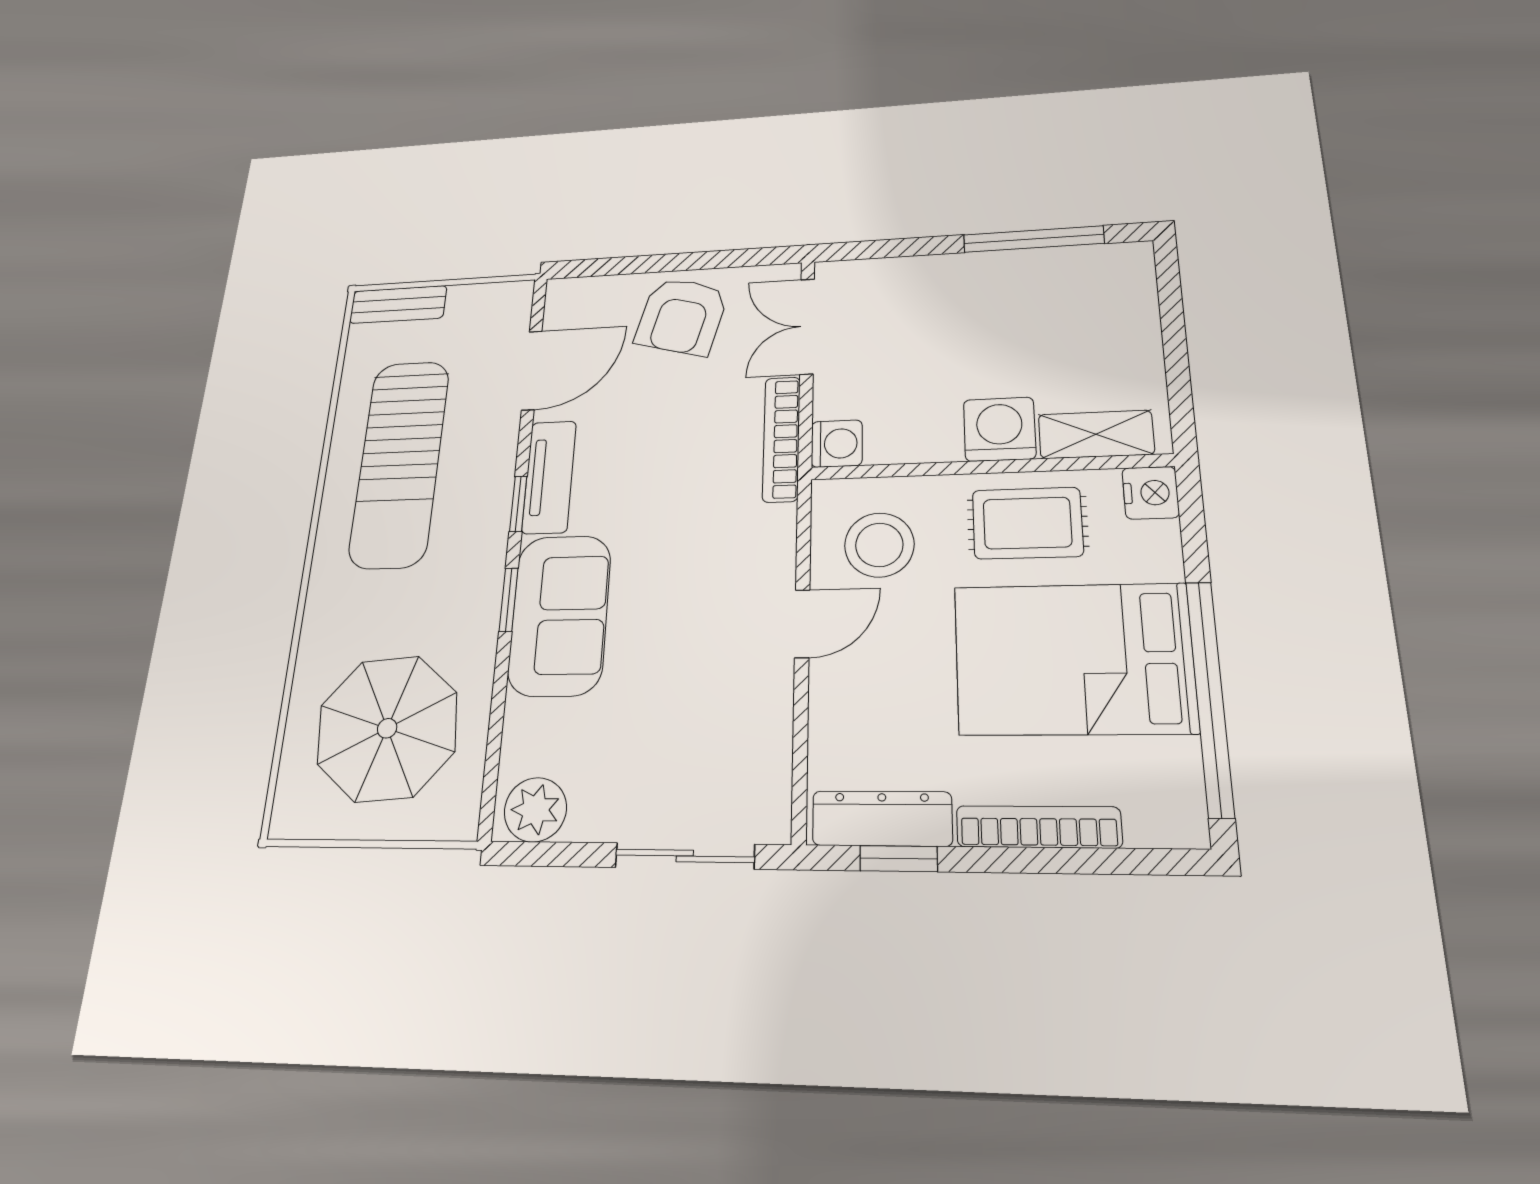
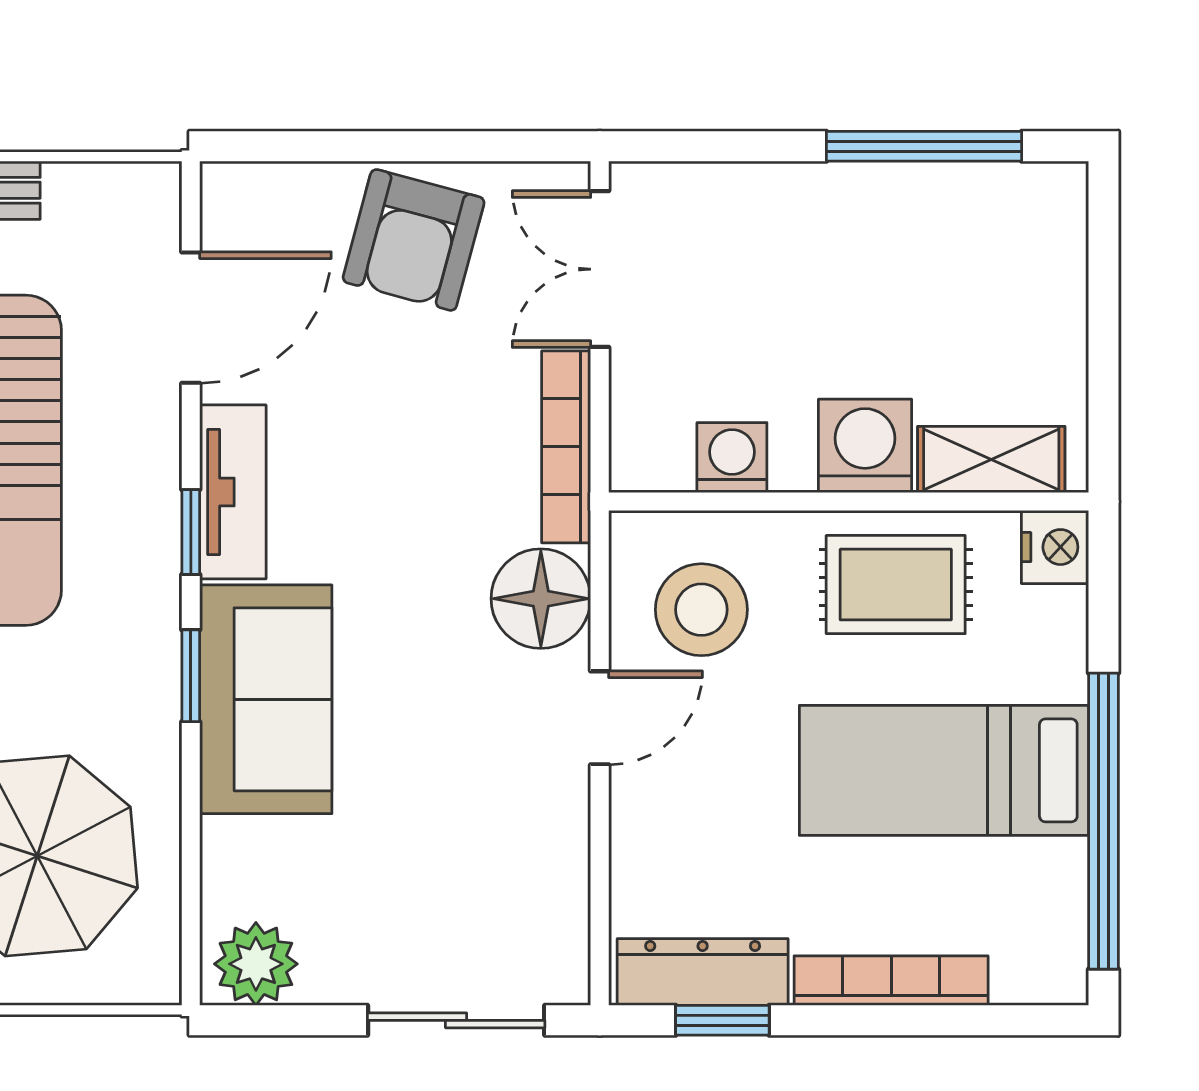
washing machine: (837, 444) -> (732, 458), moved, turned -90
floor lamp: (761, 541) -> (541, 599), added
bed: (1073, 659) -> (944, 770), width x0.67

